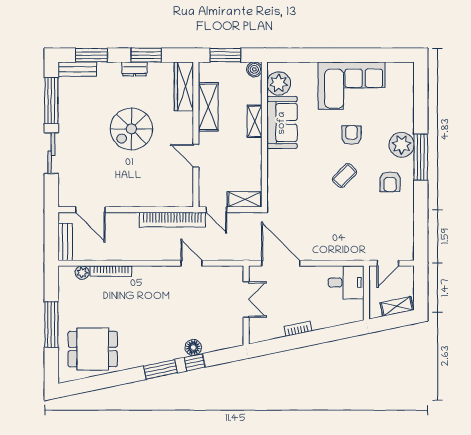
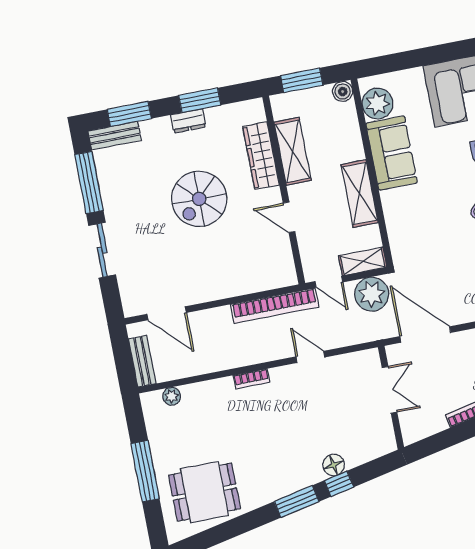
wardrobe: (184, 86) -> (261, 156), moved
shelving: (255, 121) -> (360, 194), moved, width x1.50, depth x1.33
plant: (247, 225) -> (372, 294), added
bookcase: (111, 271) -> (251, 379), moved, width x0.64

